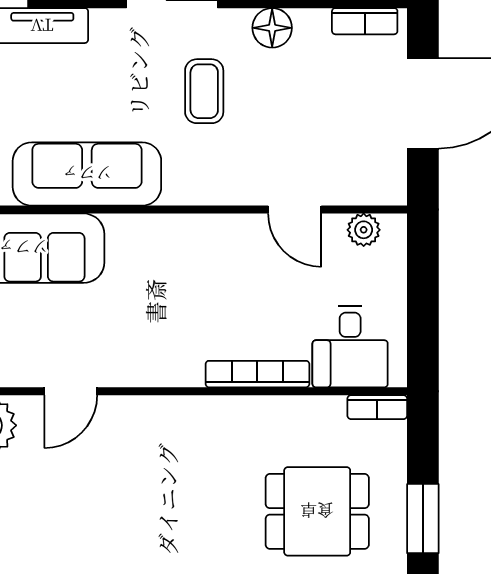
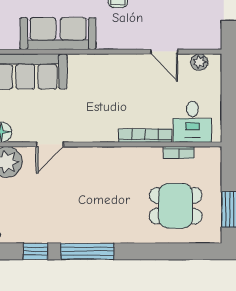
bookcase: (377, 407) -> (179, 153), moved

